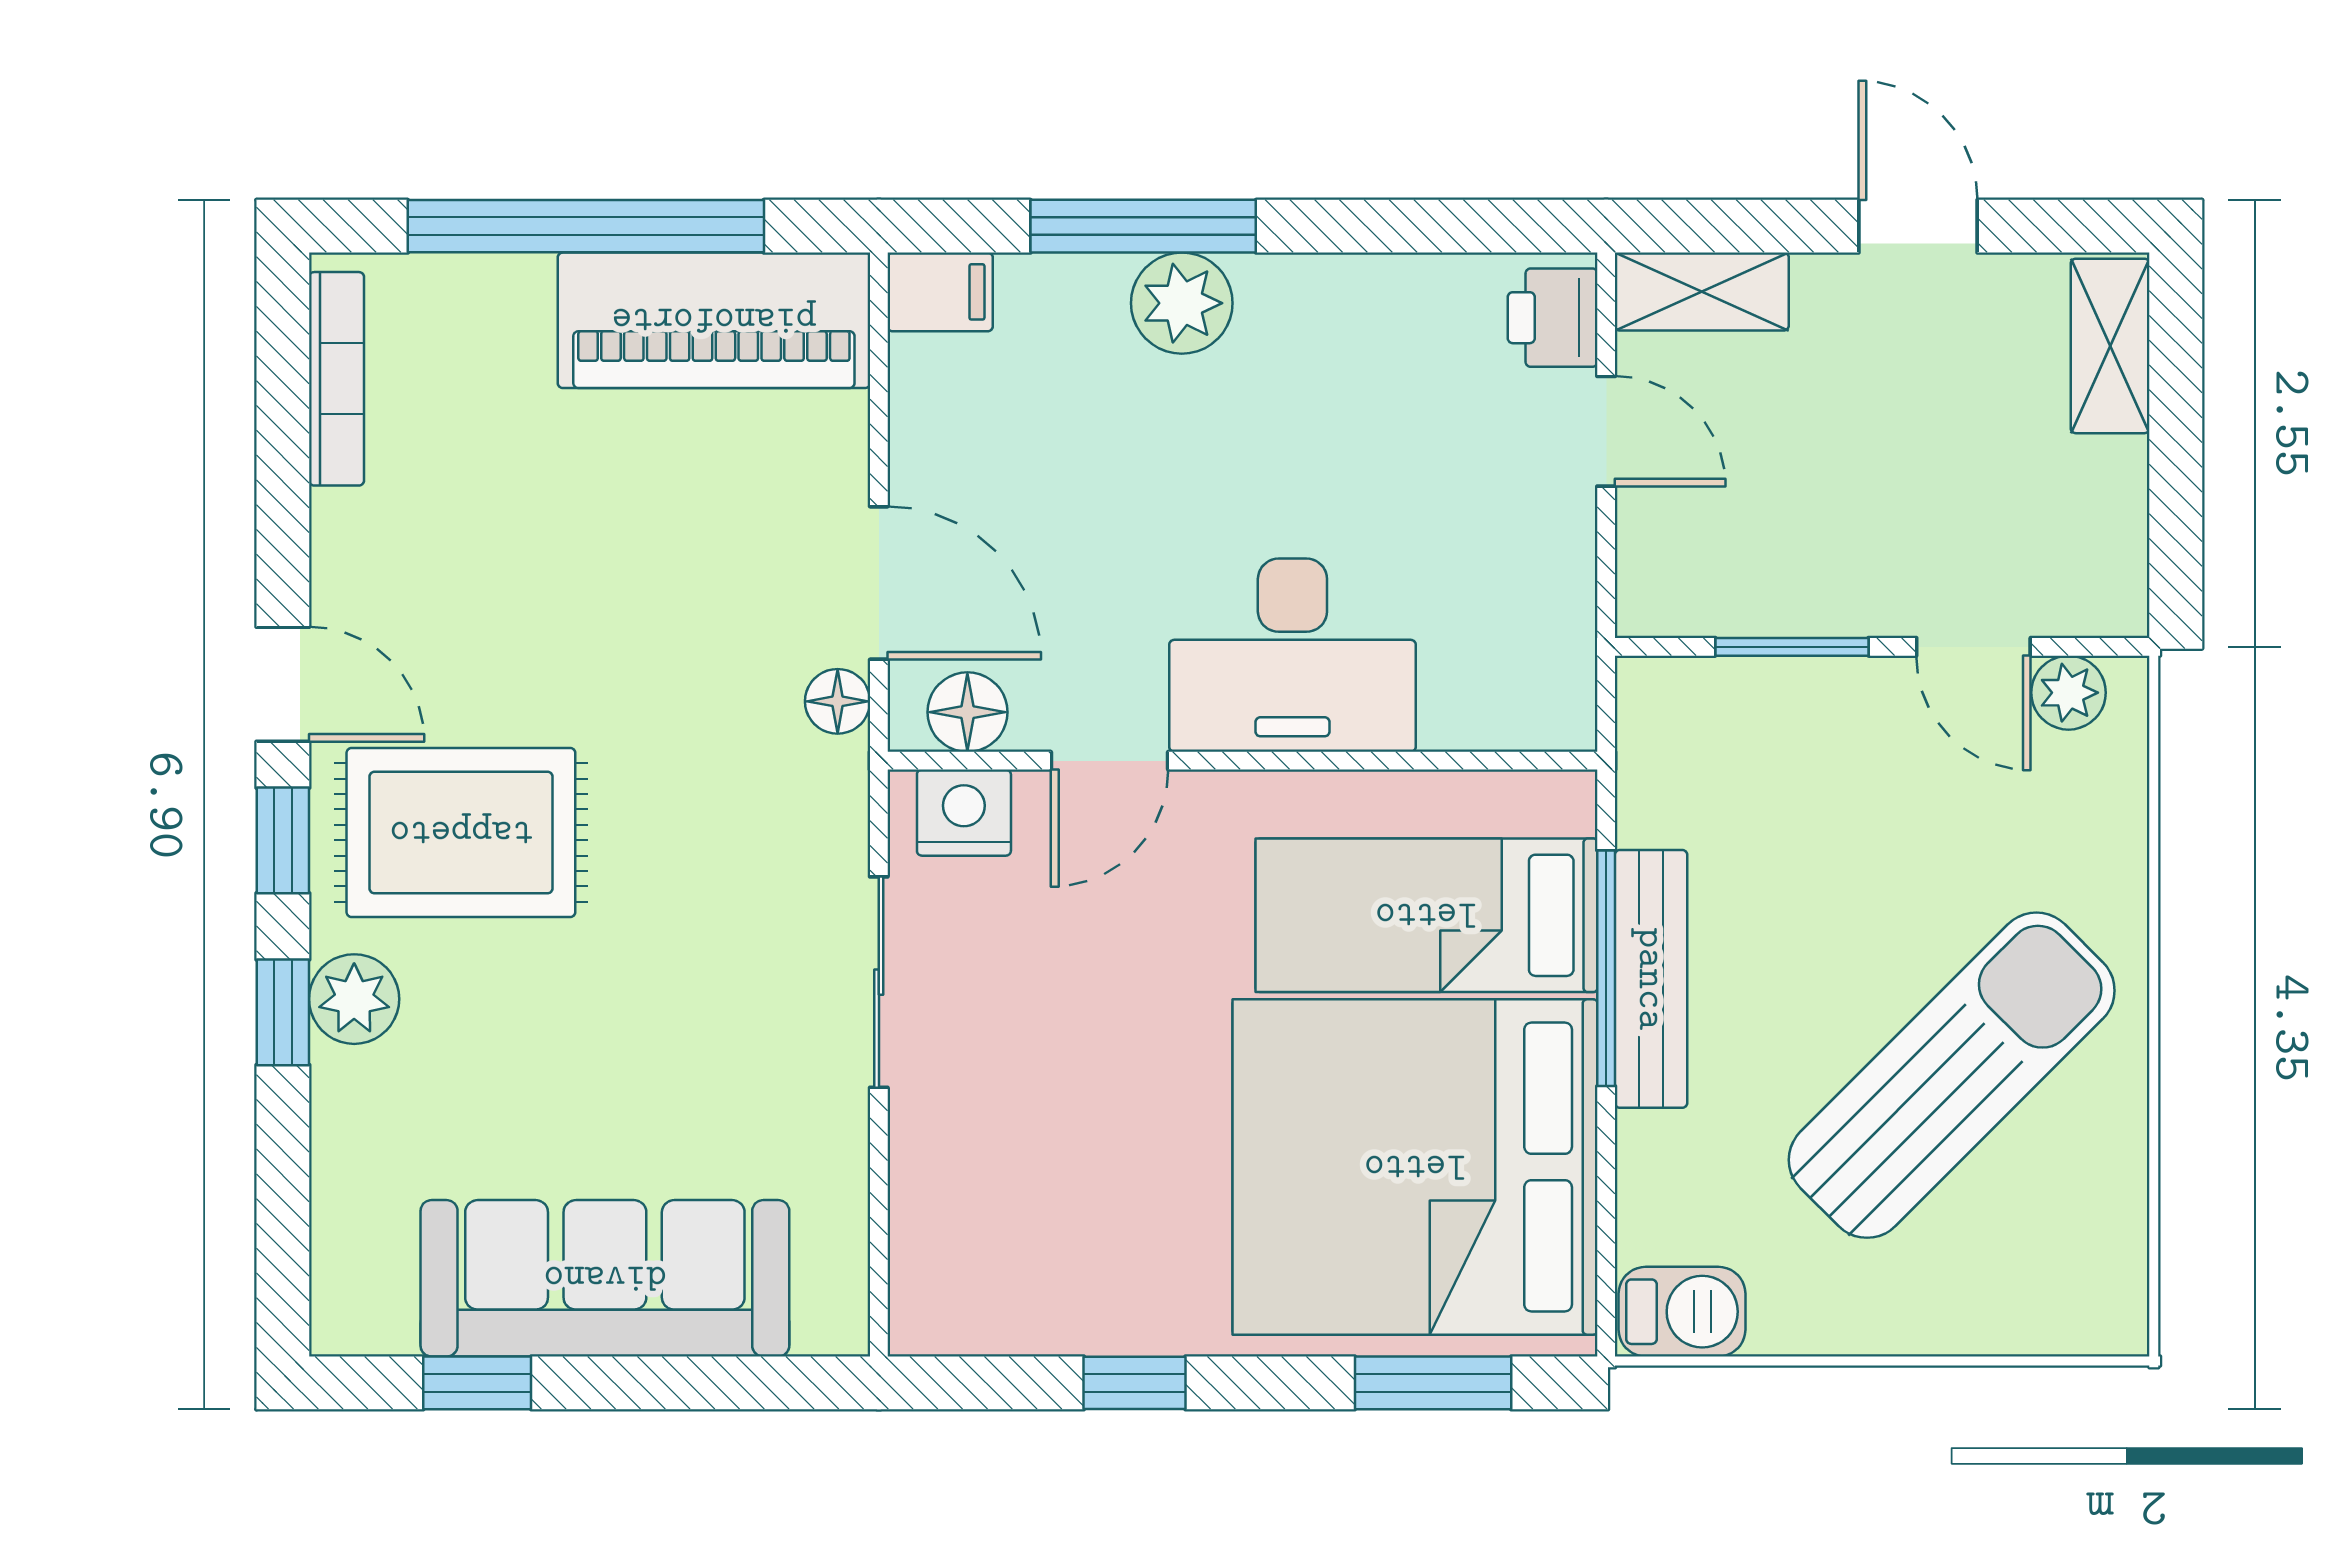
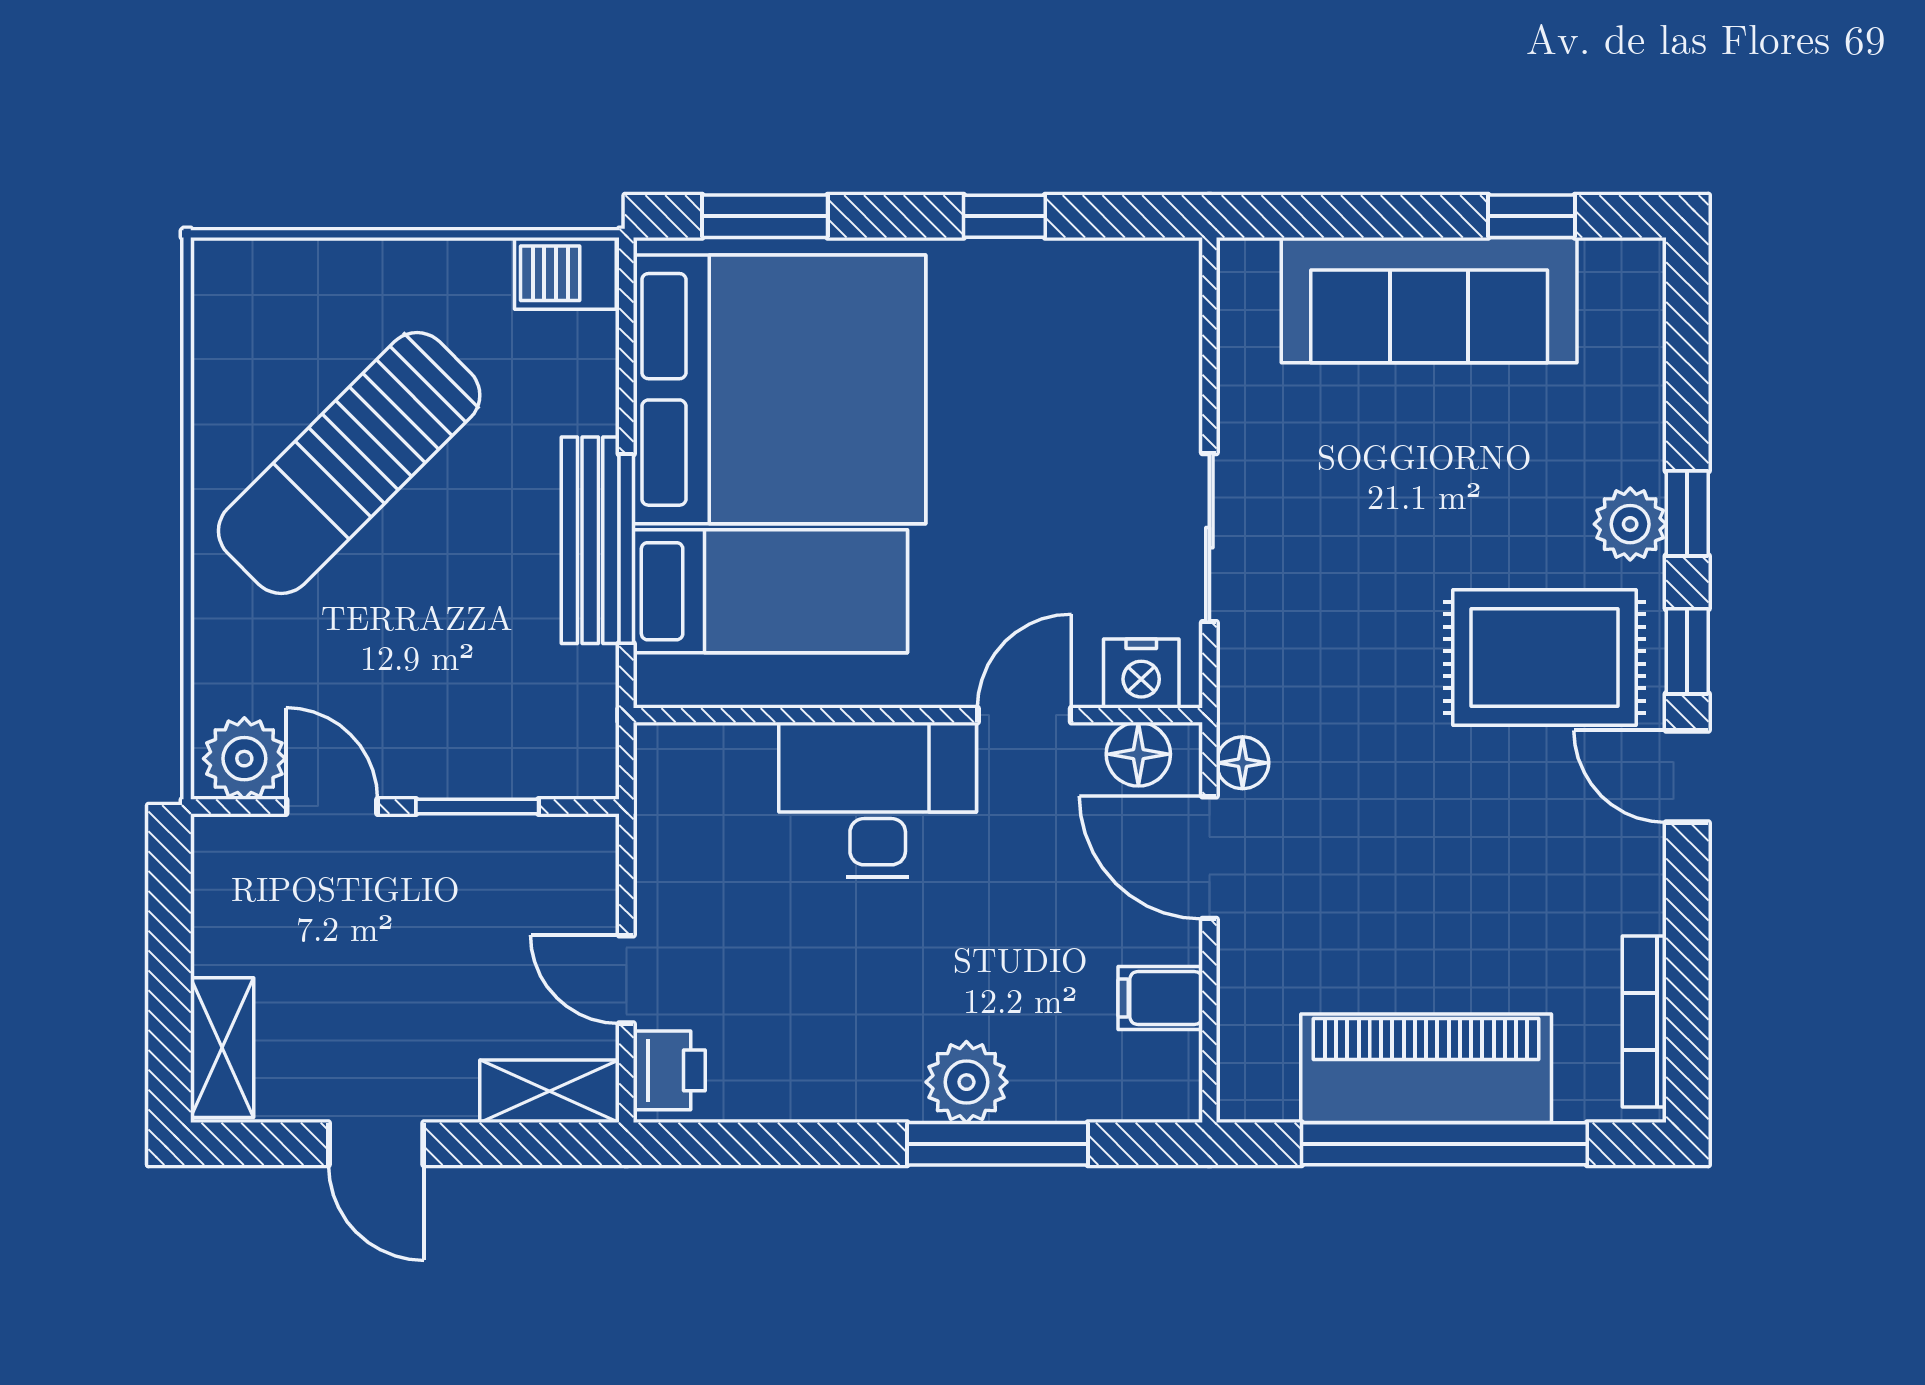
filing cabinet: (940, 292) -> (1160, 998), moved
piano: (714, 320) -> (1426, 1068), moved
plant: (2069, 693) -> (244, 759), width x1.38, depth x1.38

